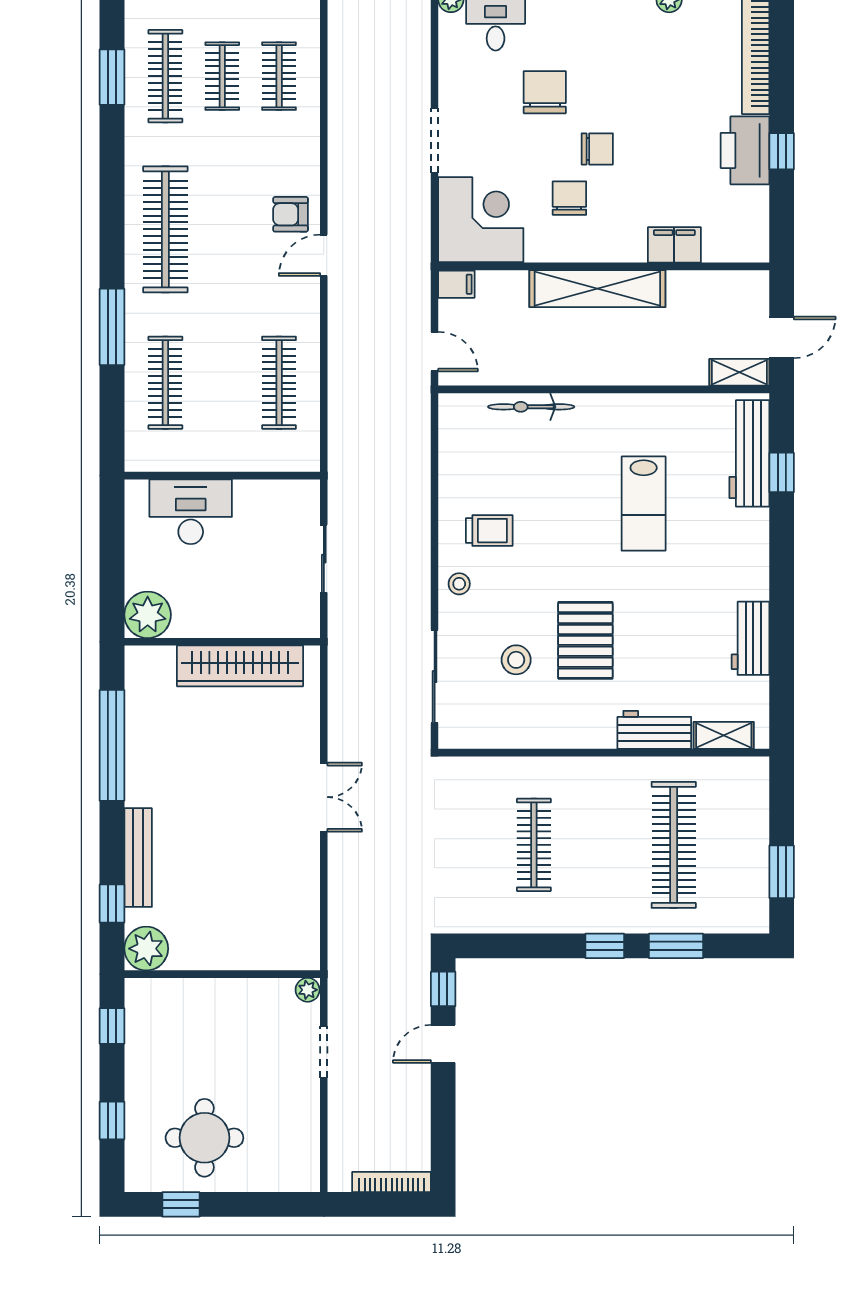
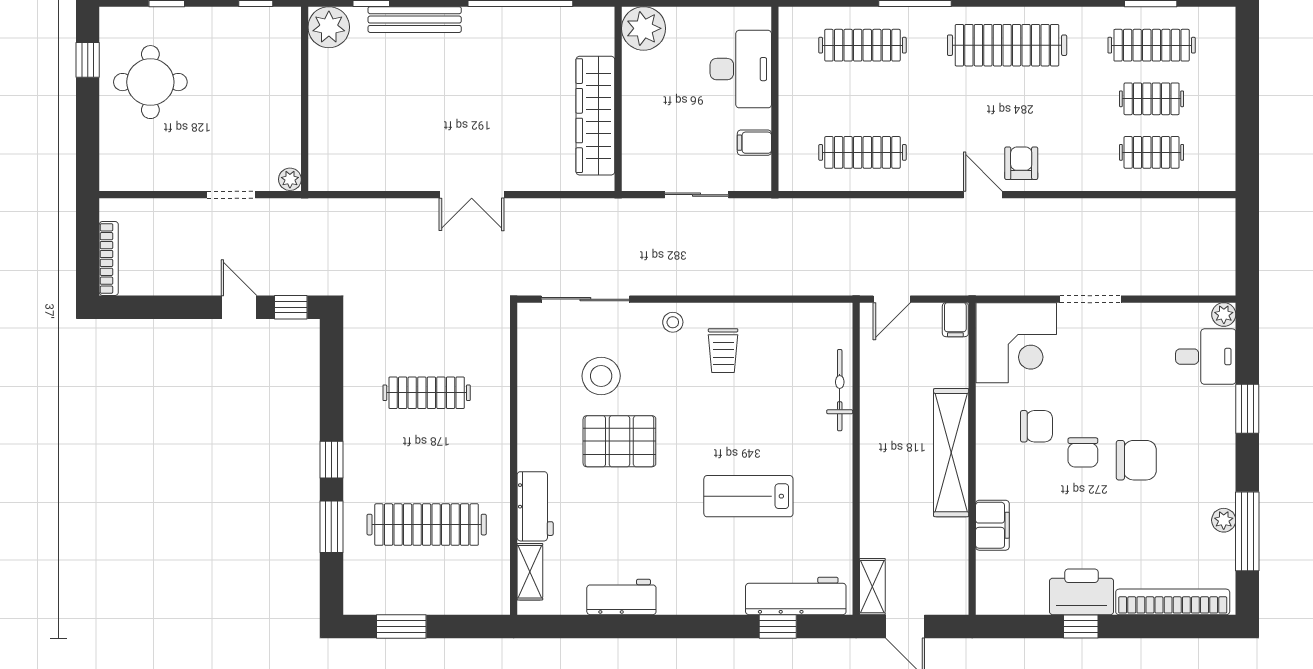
chair: (545, 92) -> (1136, 460), moved
filing cabinet: (269, 497) -> (754, 143), added
stool: (516, 660) -> (601, 376), width x1.38, depth x1.38

